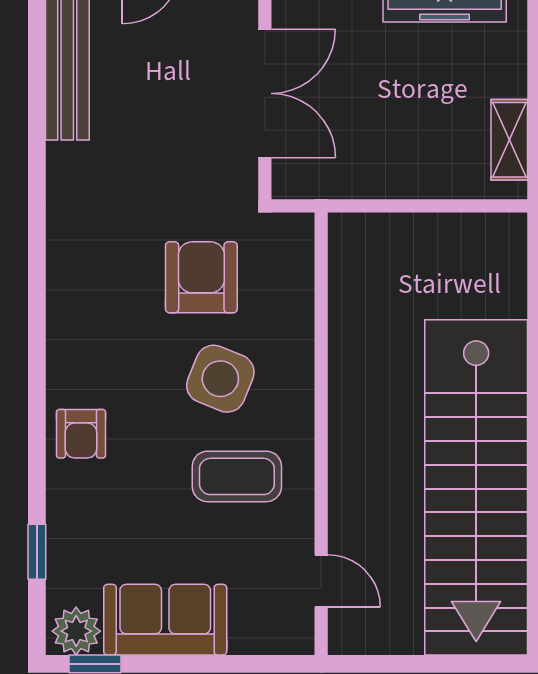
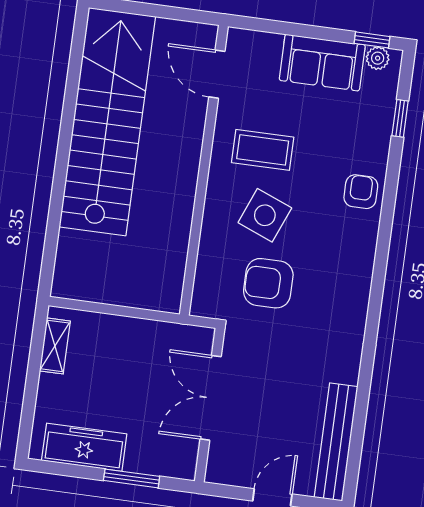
armchair: (201, 277) -> (268, 283), turned 90
door: (321, 581) -> (217, 74), width x1.37
plant: (76, 631) -> (378, 58), width x0.73, depth x0.73

